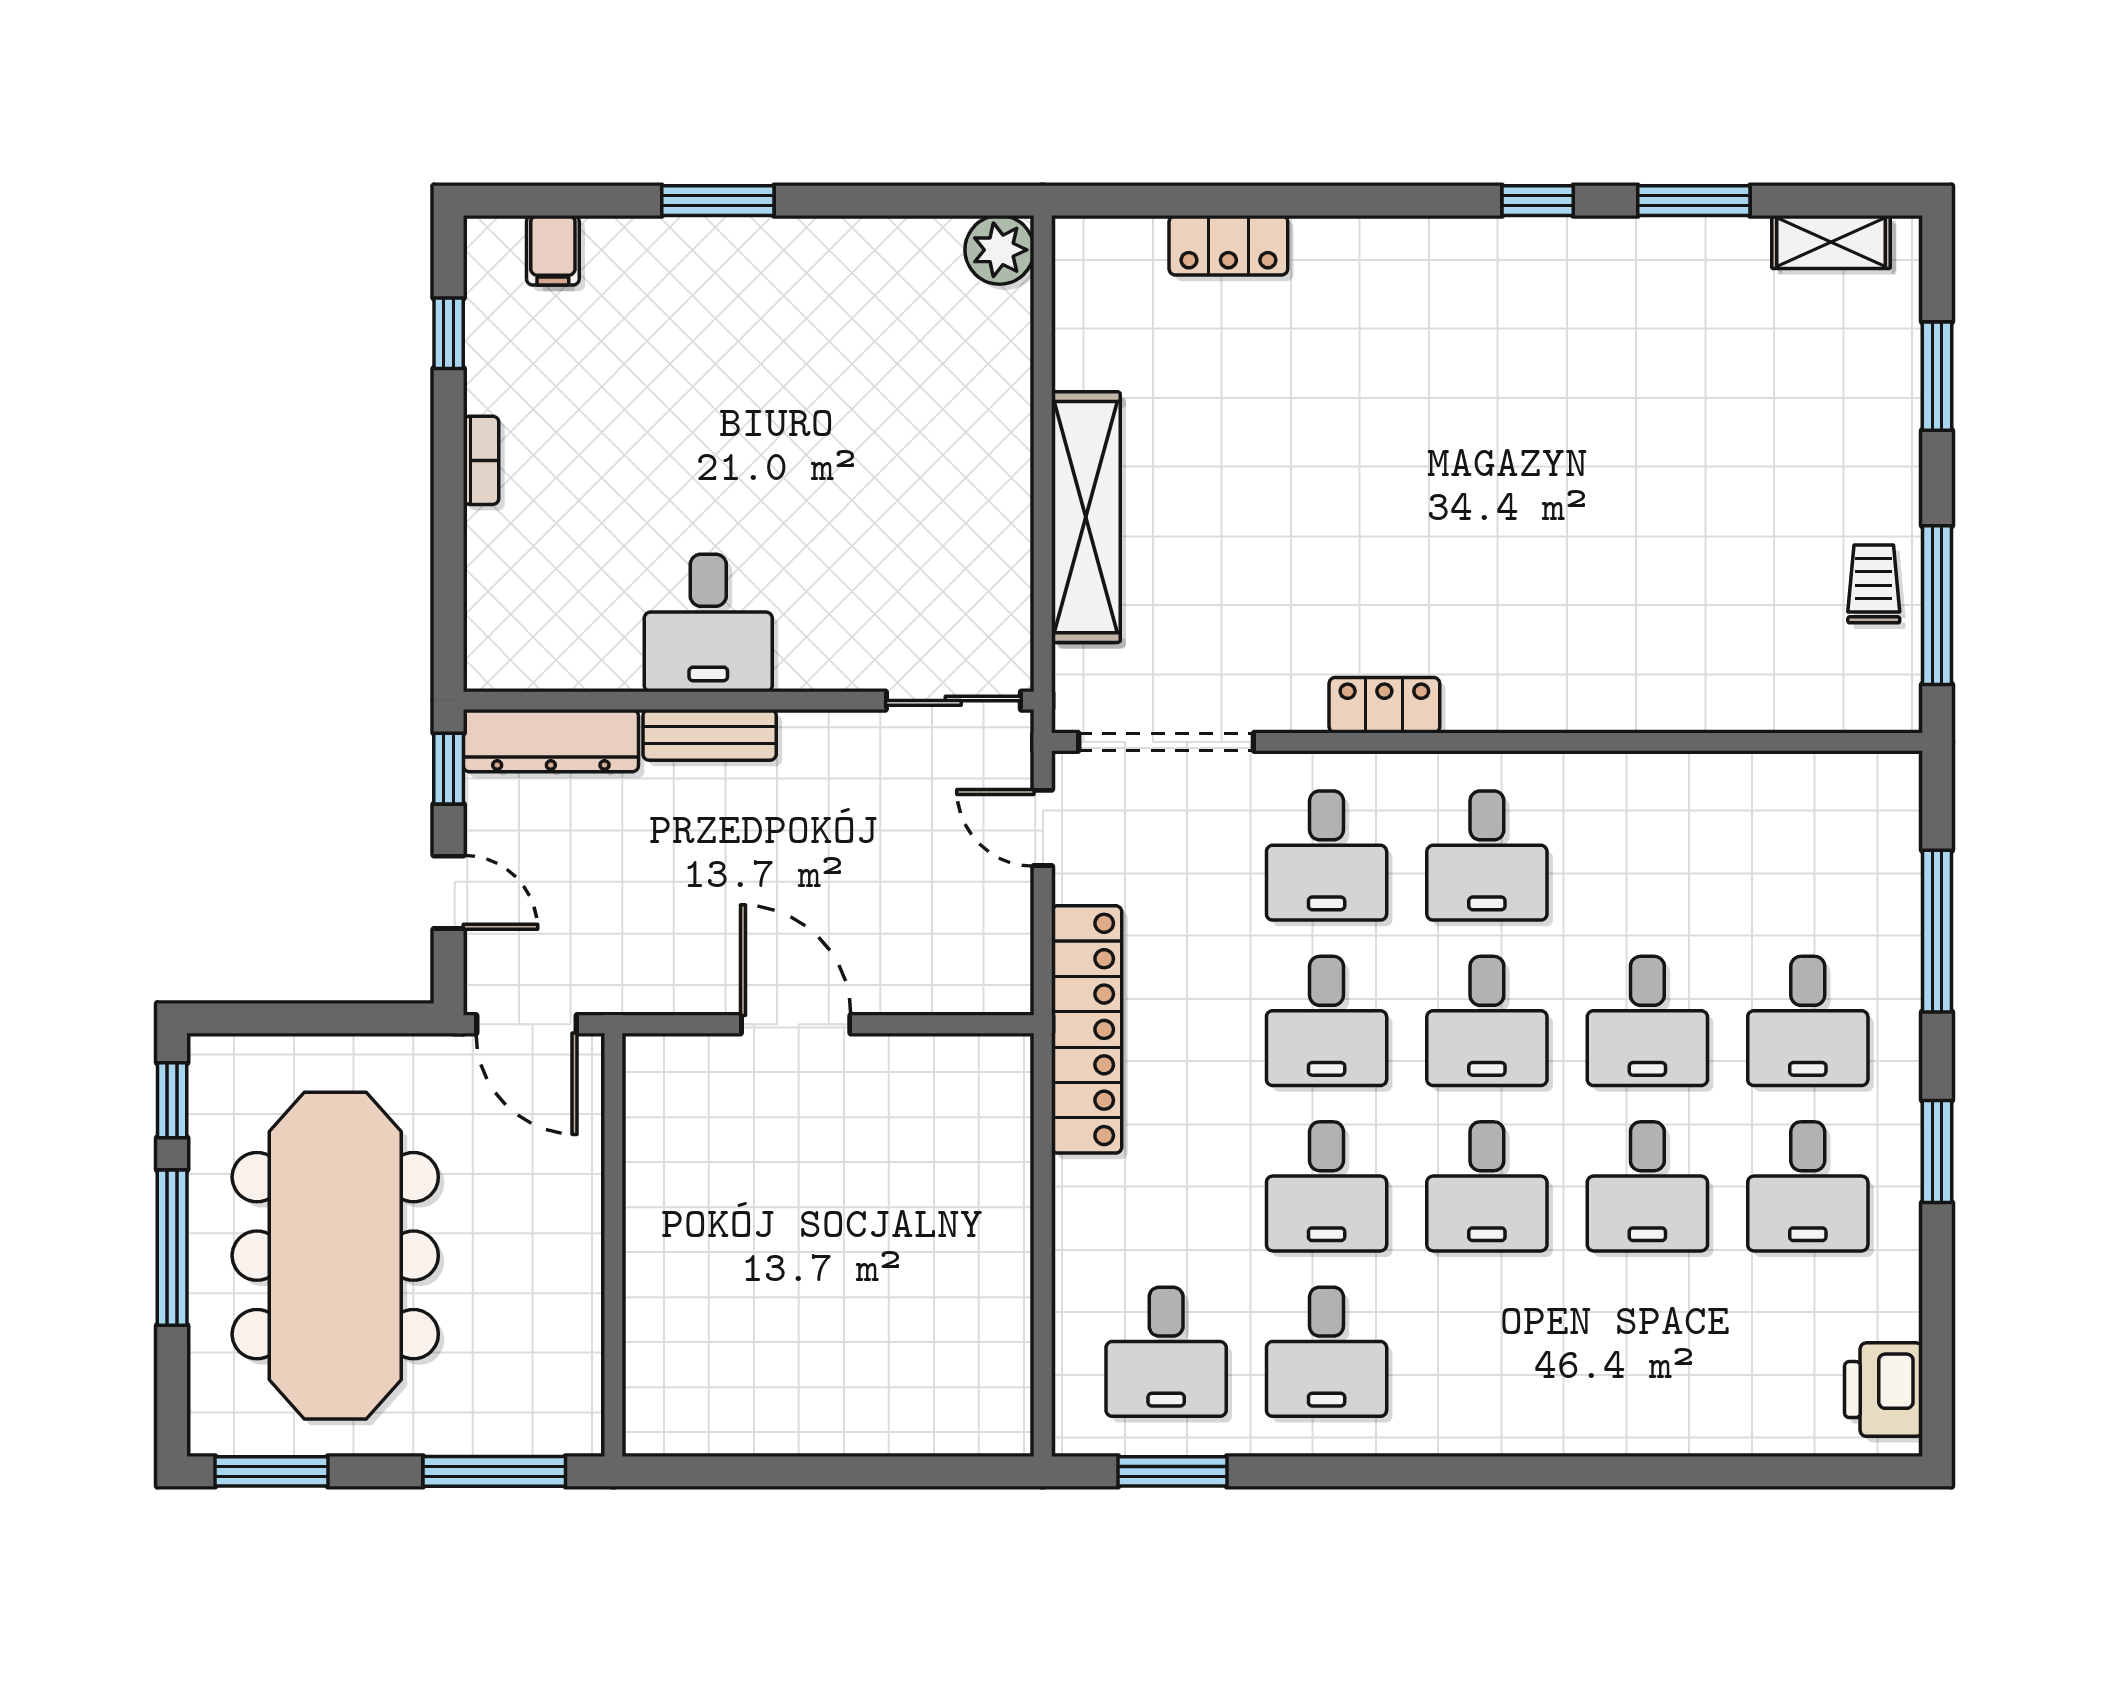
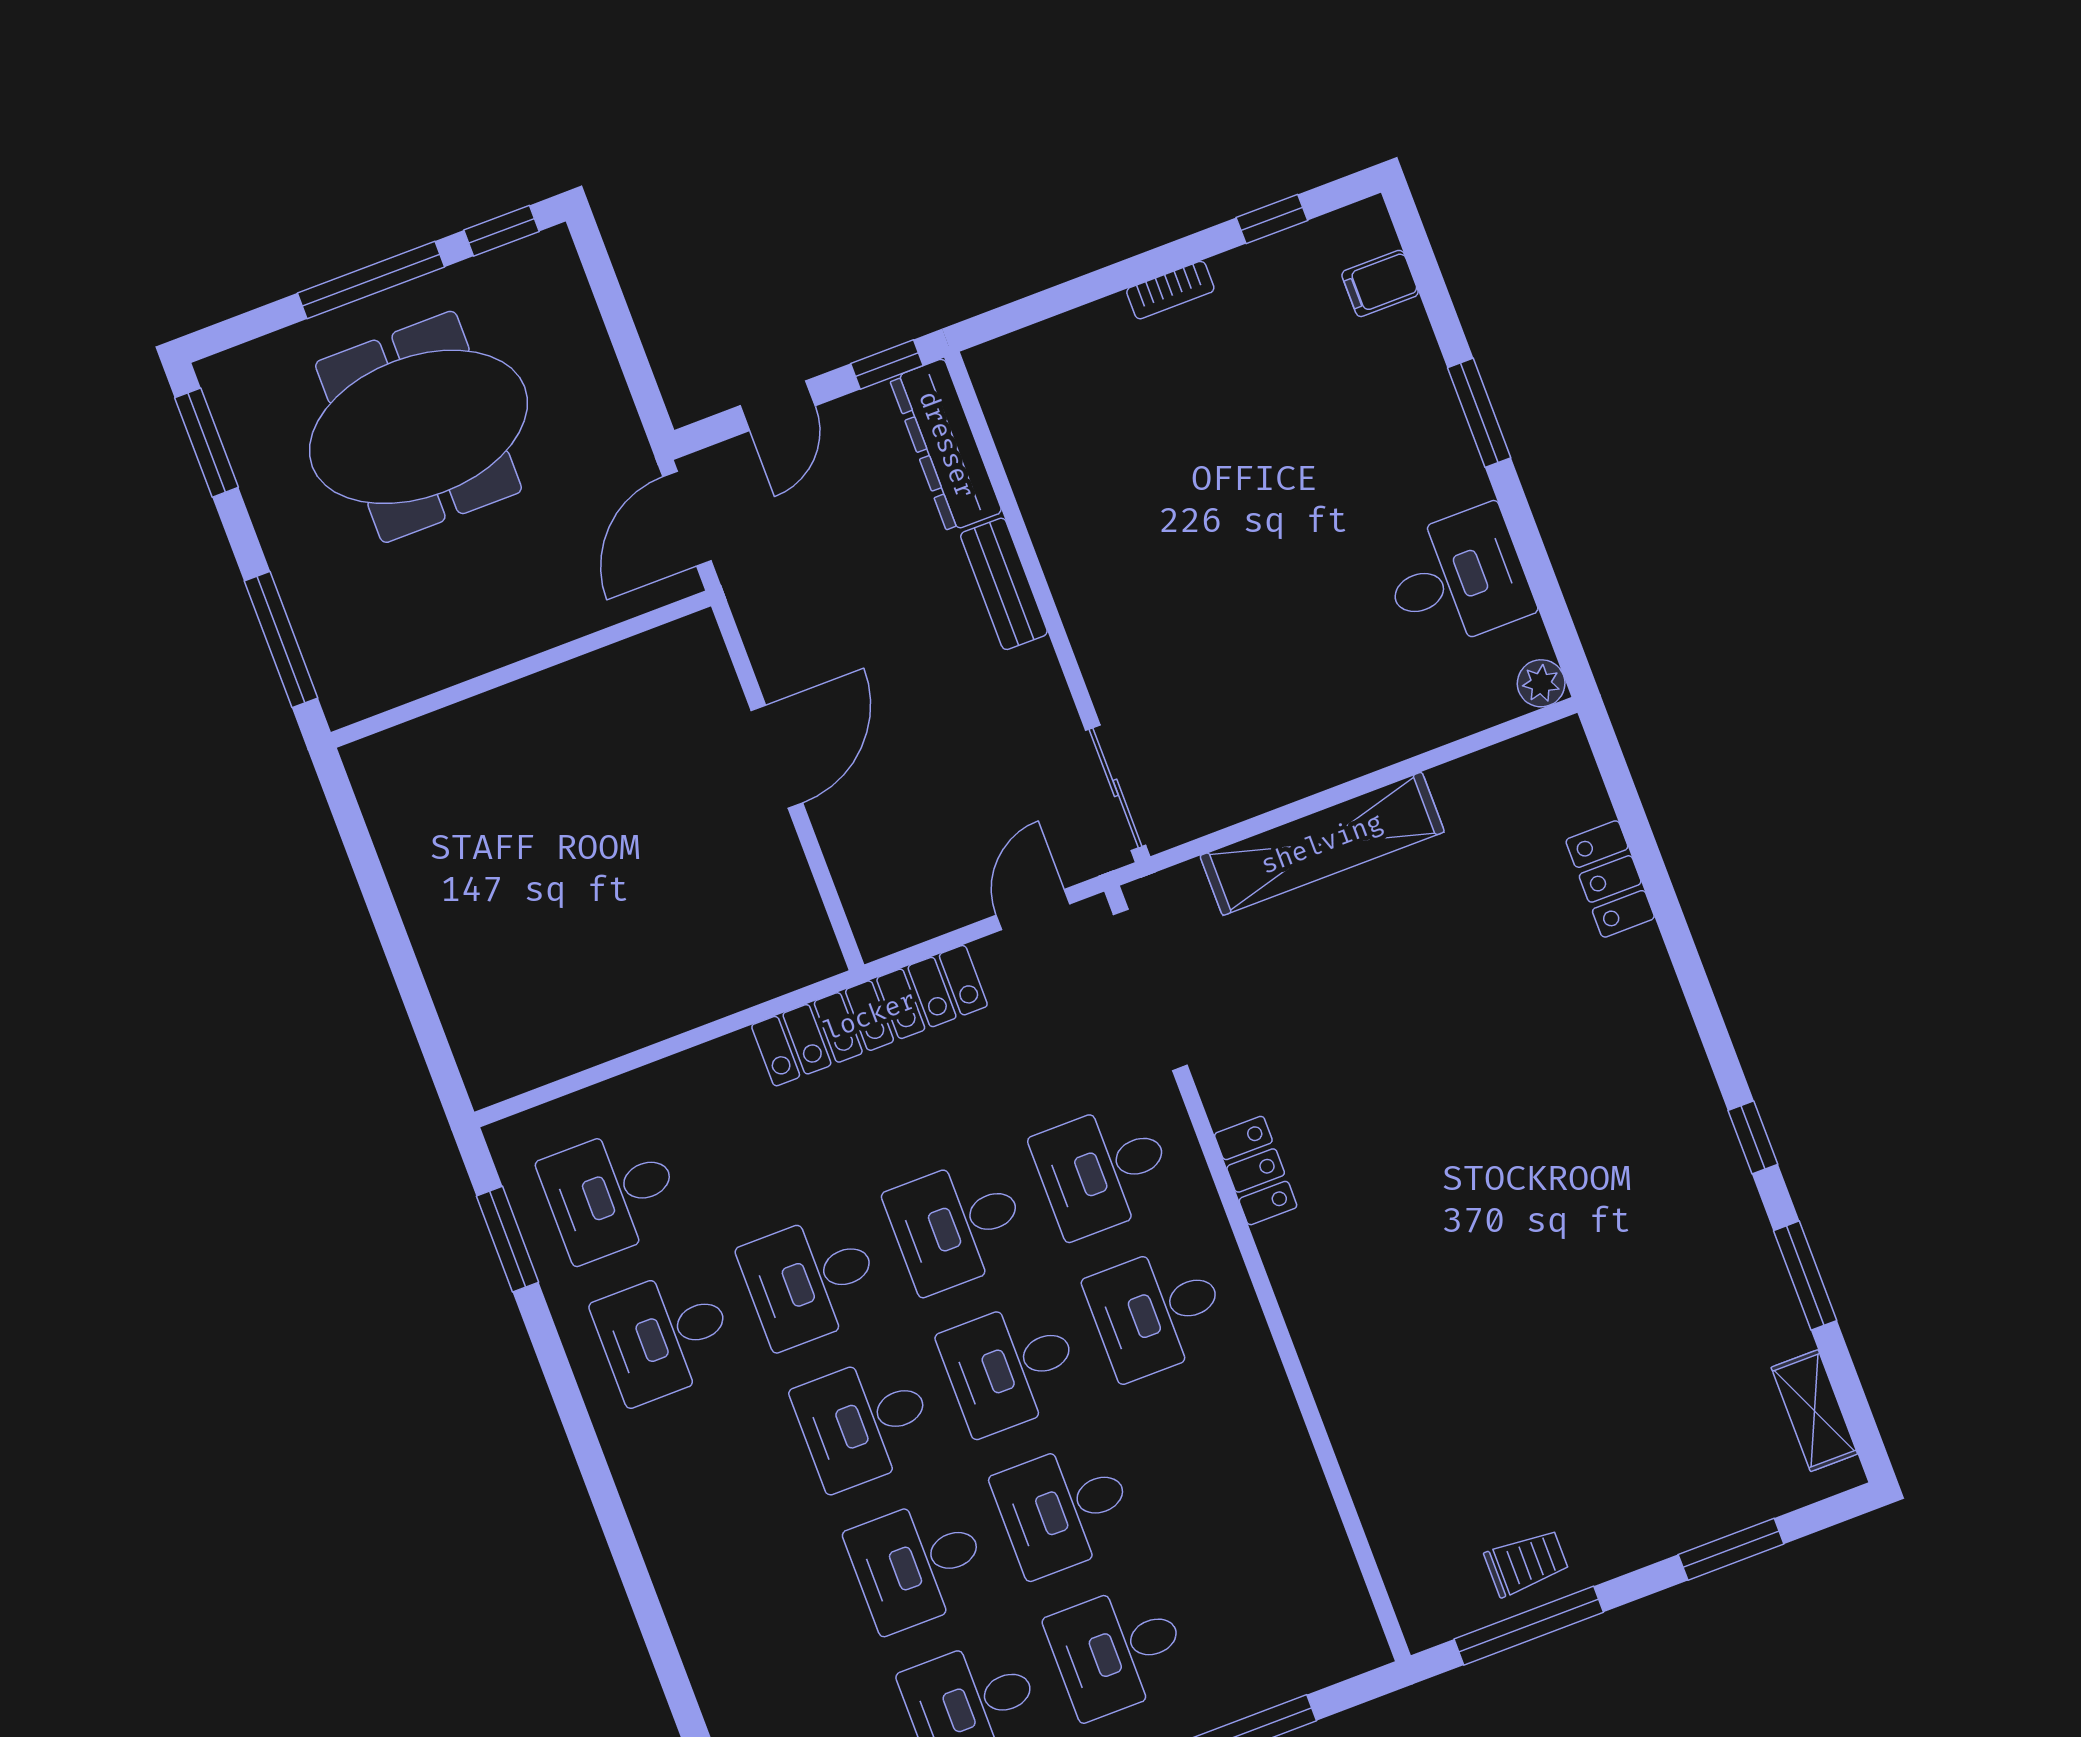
plant: (1000, 250) -> (1541, 683), width x0.73, depth x0.73
desk: (708, 623) -> (1457, 578), moved, turned 180
meeting table: (335, 1256) -> (418, 427), width x0.73

